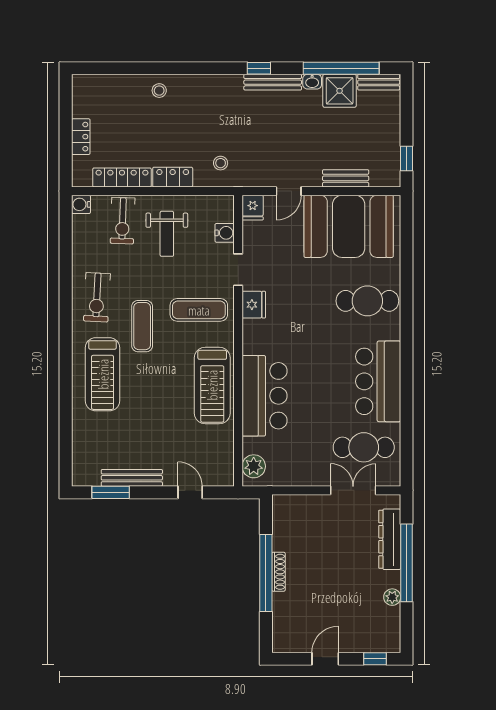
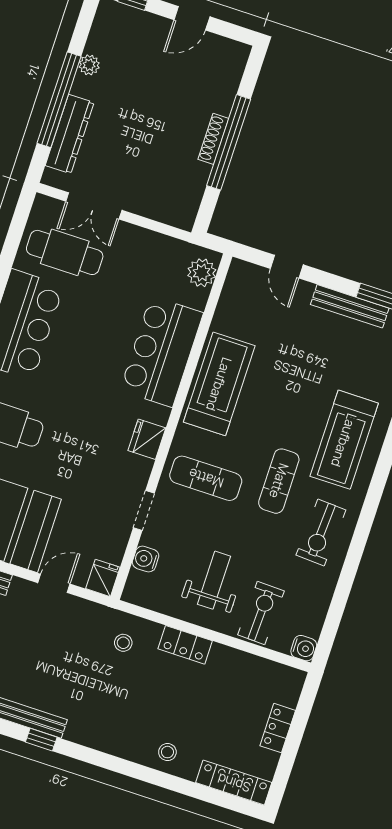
locker: (122, 177) -> (234, 783), moved, turned 180
exercise bike: (97, 297) -> (321, 533), turned 180
fridge: (254, 305) -> (147, 439), moved
treadmill: (103, 374) -> (344, 440), turned 180

